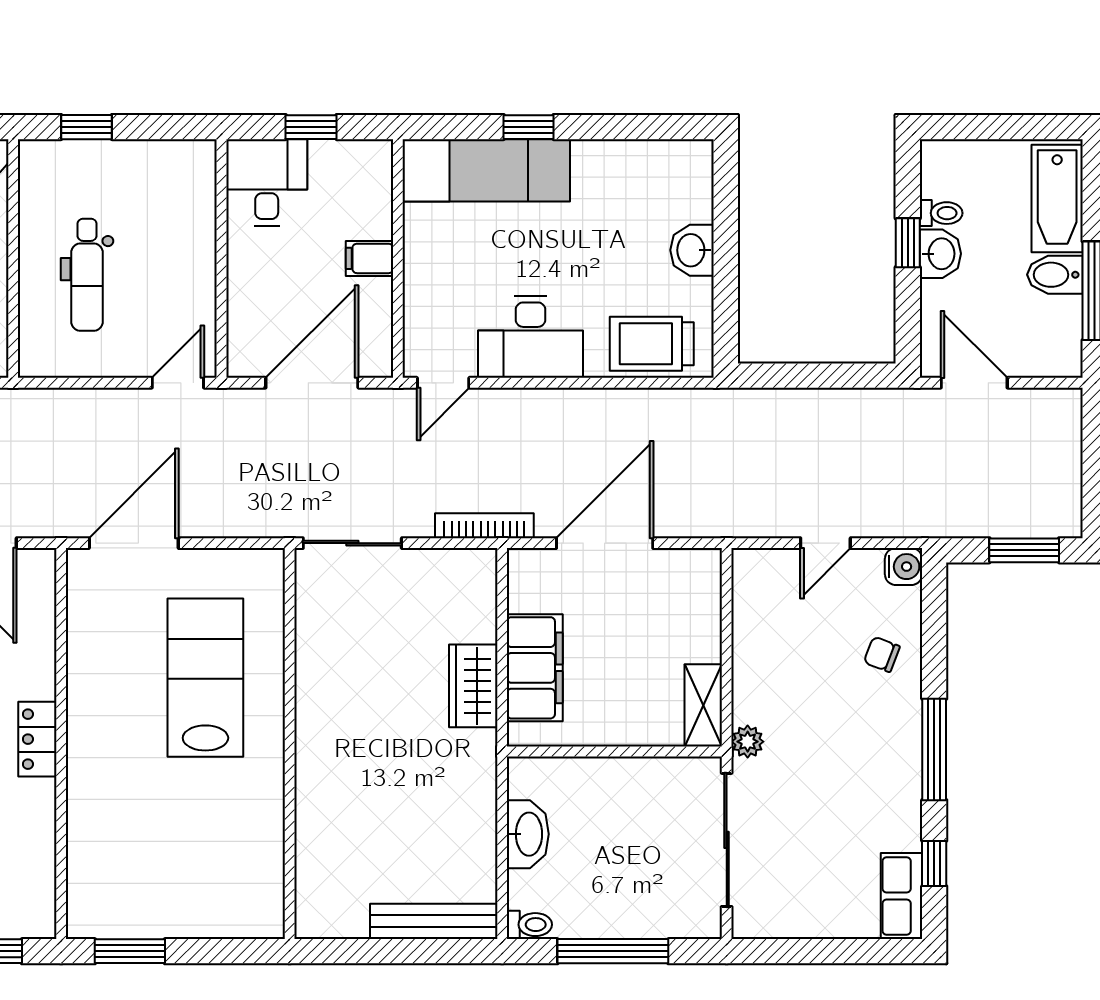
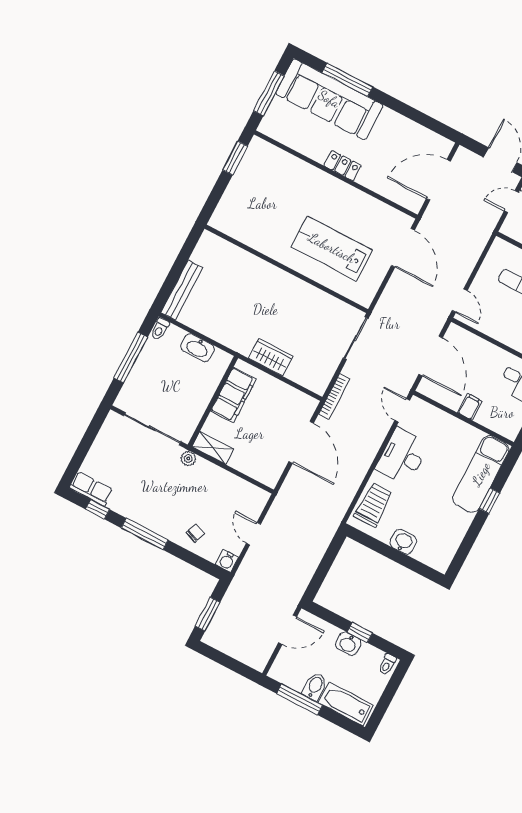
toilet: (941, 213) -> (387, 664), moved
filing cabinet: (535, 668) -> (233, 395), moved, turned -90
lab bench: (205, 678) -> (332, 248), turned 180

